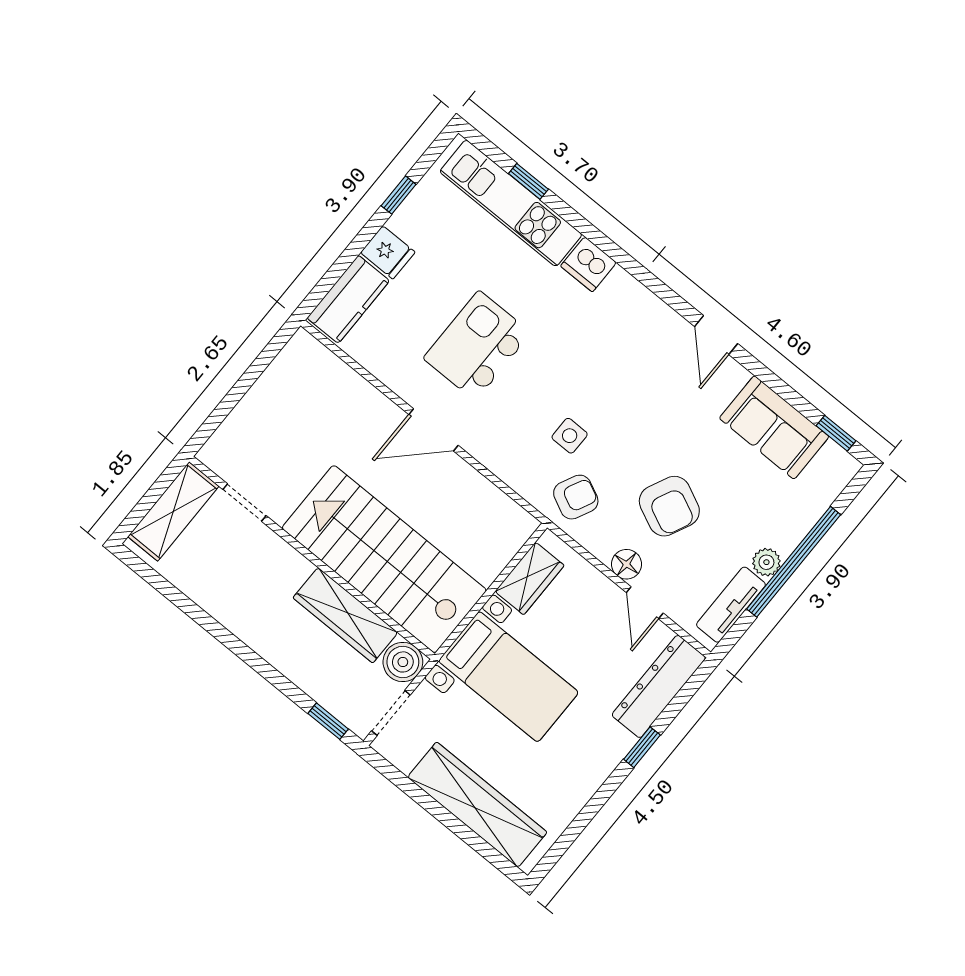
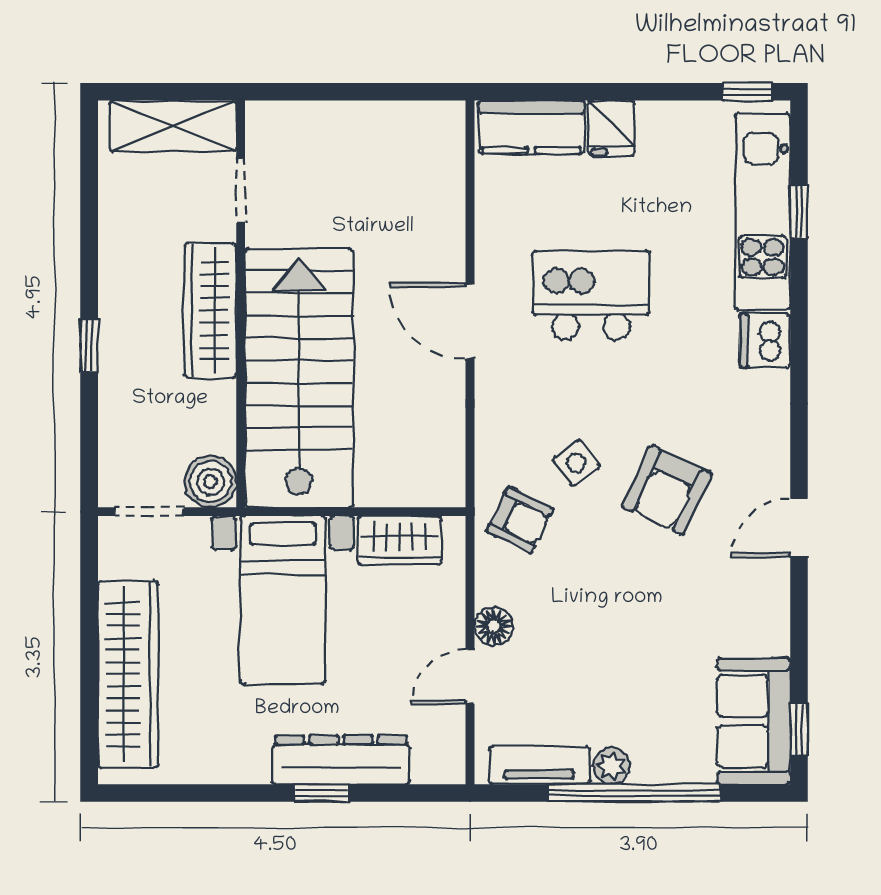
window: (399, 195) -> (748, 92), moved
sofa: (774, 427) -> (754, 721), moved
side table: (570, 436) -> (576, 463), turned -37
armchair: (669, 506) -> (667, 490), moved
wardrobe: (345, 615) -> (210, 310), moved
dresser: (659, 686) -> (341, 760), moved
window: (328, 721) -> (89, 346), moved

